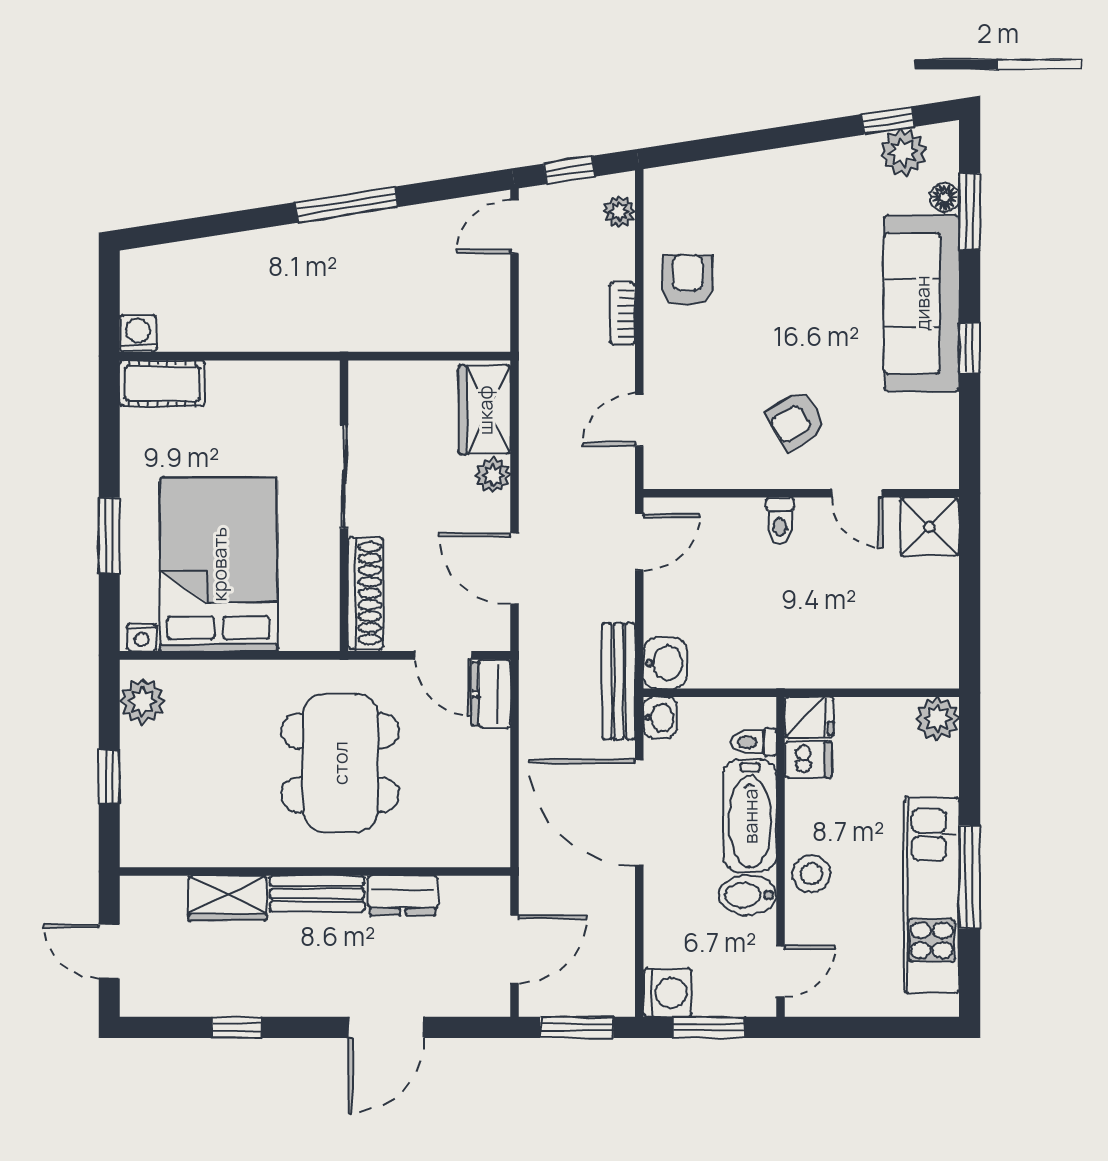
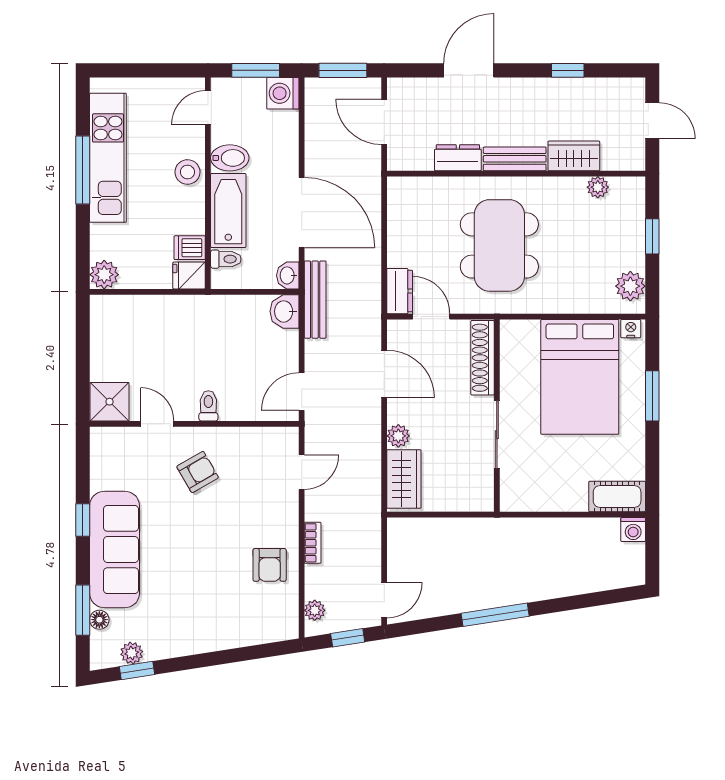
plant: (903, 152) -> (132, 653), width x0.73, depth x0.73
plant: (191, 851) -> (598, 187), added
door: (514, 949) -> (384, 122), hinge flipped

